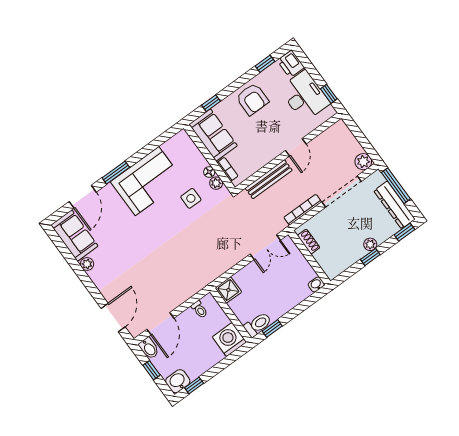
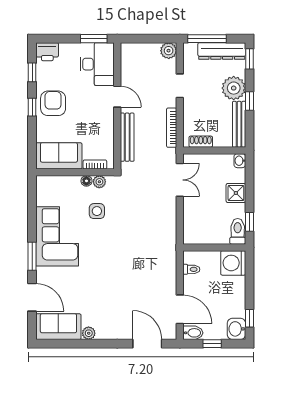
window: (329, 94) -> (94, 39), width x1.50
desk: (305, 96) -> (97, 64), moved, turned 90
armchair: (252, 99) -> (53, 103), turned -90
window: (211, 103) -> (32, 107), moved
doorway: (342, 192) -> (180, 86), width x0.53
plant: (370, 244) -> (234, 88), width x1.88, depth x1.88
bench: (345, 262) -> (239, 124), added
shower: (228, 290) -> (236, 193), moved

